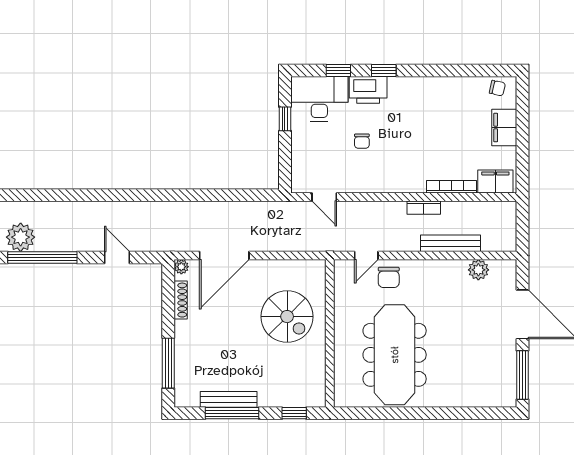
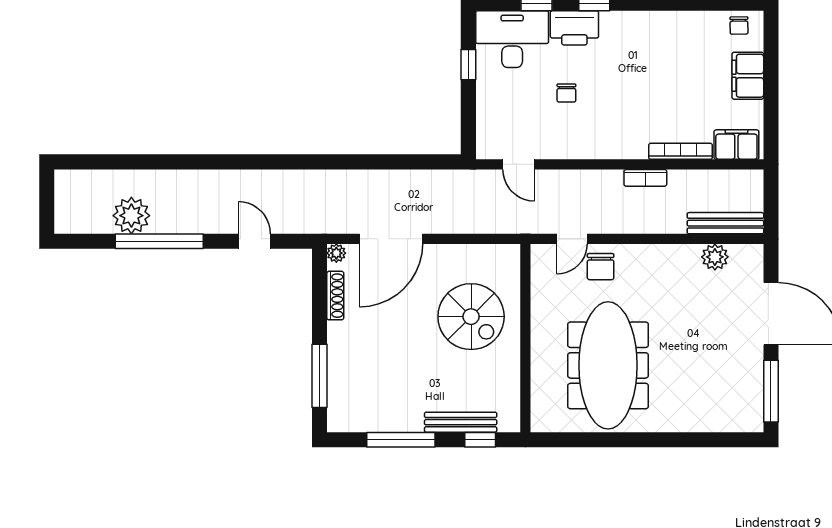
chair: (497, 88) -> (739, 26), turned 76
bench: (450, 243) -> (725, 223), moved
bench: (229, 399) -> (461, 422), moved

